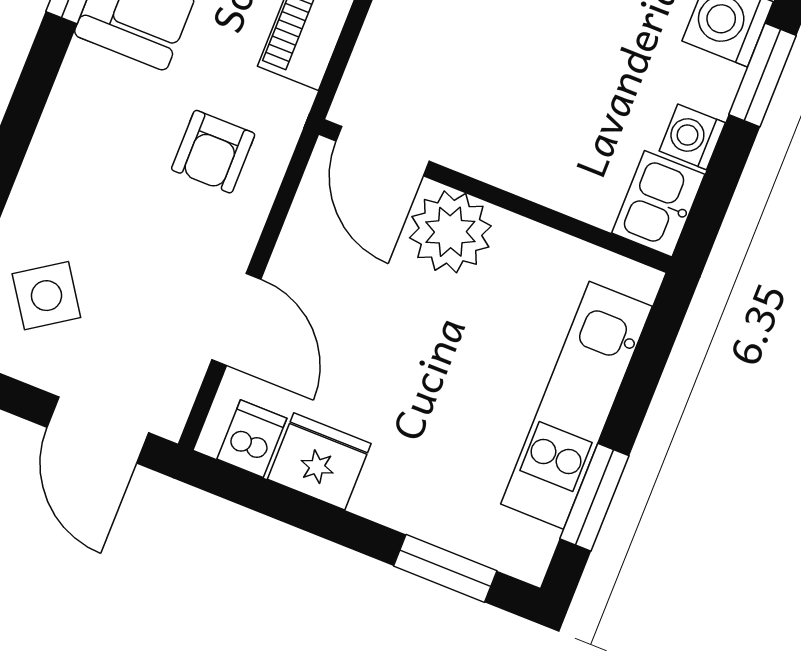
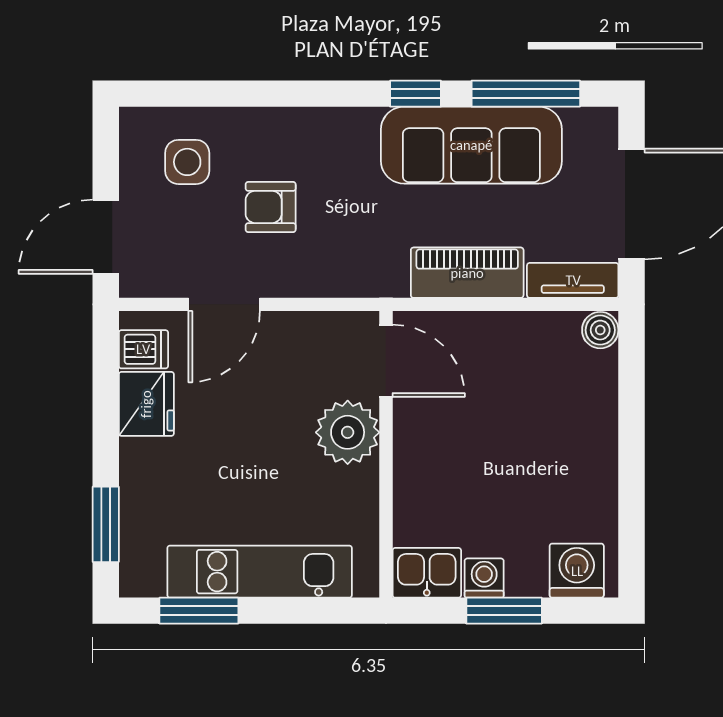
window: (762, 75) -> (504, 611), moved
door: (382, 151) -> (386, 361), swing flipped
armchair: (213, 152) -> (271, 207), moved
side table: (46, 296) -> (187, 162), turned 34

